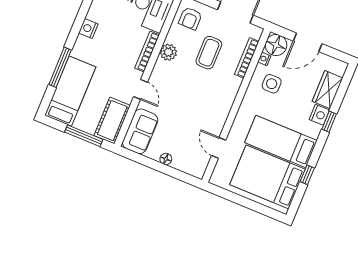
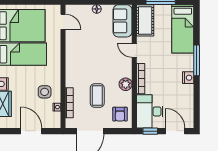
armchair: (190, 18) -> (120, 114), turned 180
door: (308, 42) -> (31, 131), hinge flipped
floor lamp: (276, 45) -> (53, 120), removed
window: (60, 67) -> (197, 60), moved
door: (219, 148) -> (63, 22), moved

